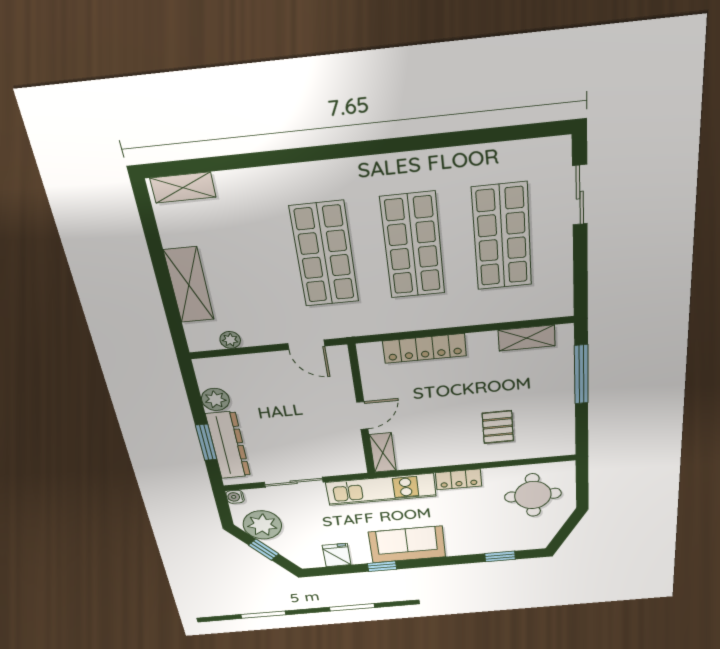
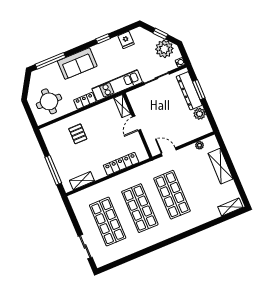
sofa: (407, 544) -> (77, 64), moved
window: (500, 556) -> (50, 61), width x2.17

